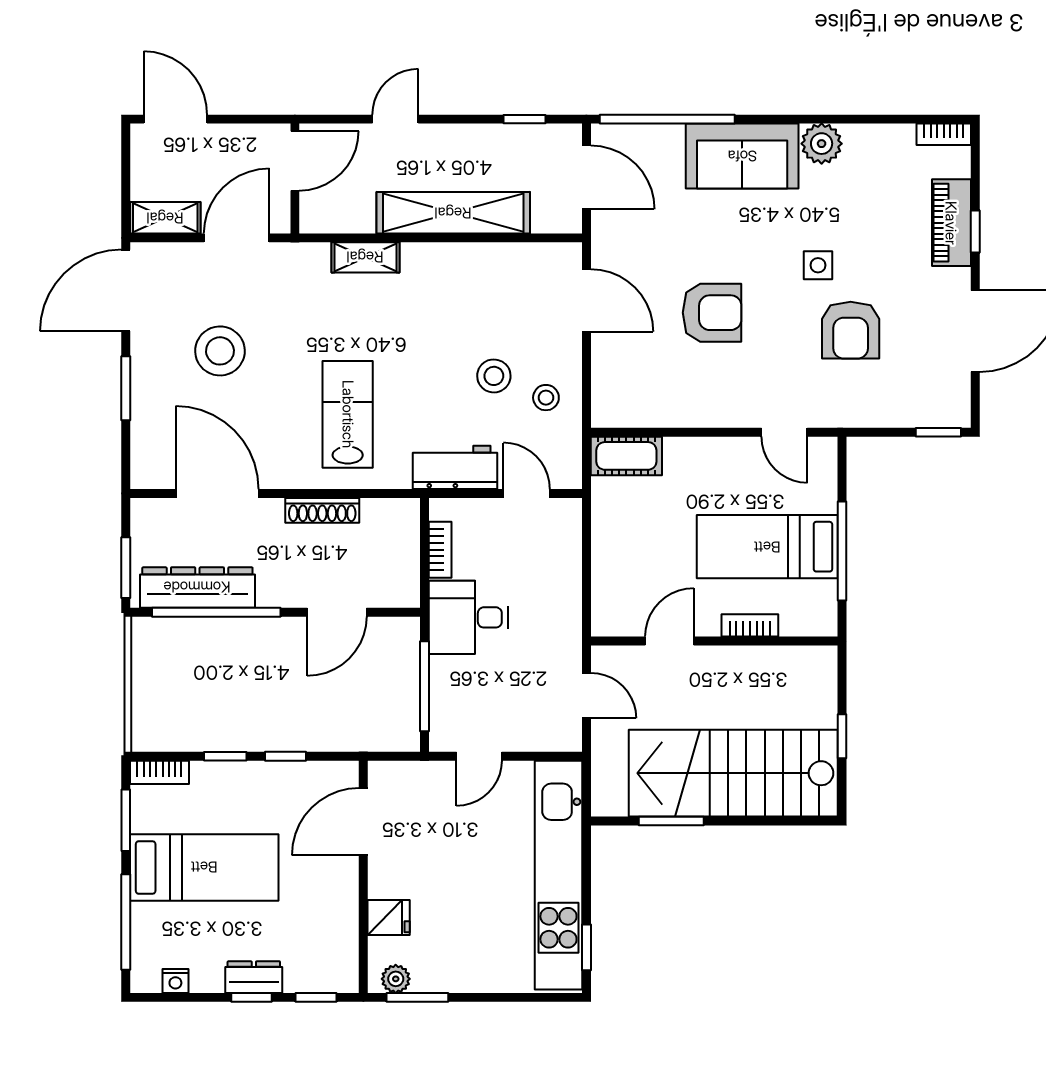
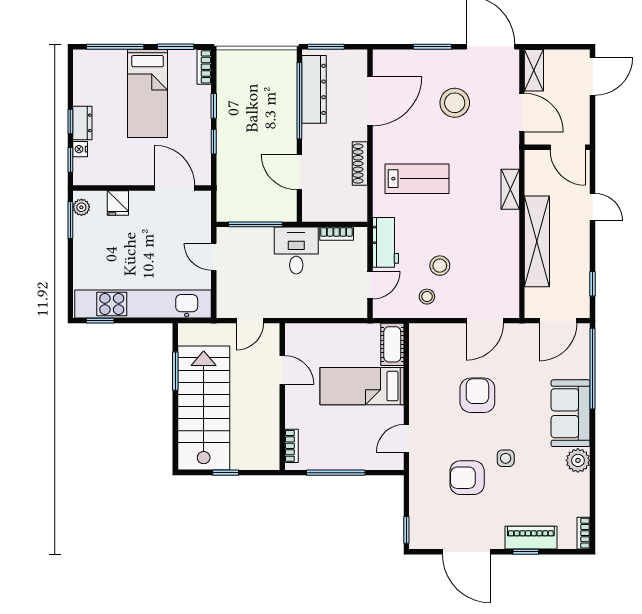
armchair: (712, 313) -> (477, 395), turned 180
bed: (767, 547) -> (362, 386), moved, turned -90
bookcase: (750, 625) -> (291, 446), moved
nightstand: (175, 981) -> (80, 149), moved

